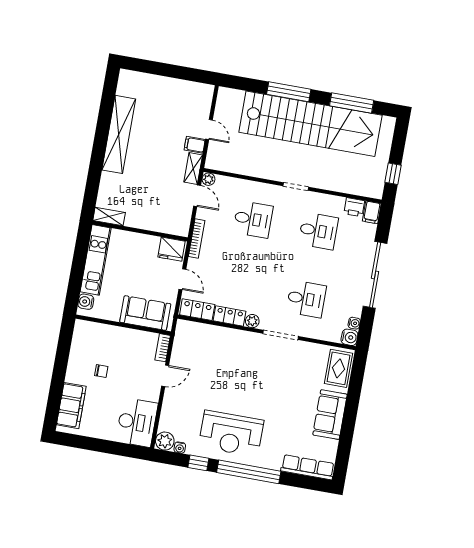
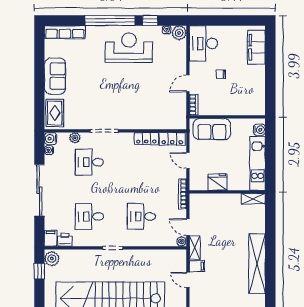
plant: (375, 187) -> (52, 259), added
fridge: (172, 249) -> (218, 182), moved
plant: (252, 321) -> (75, 138), moved
chair: (101, 371) -> (221, 74), moved

